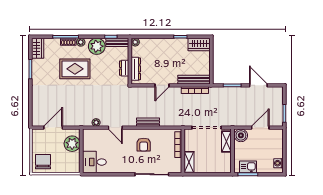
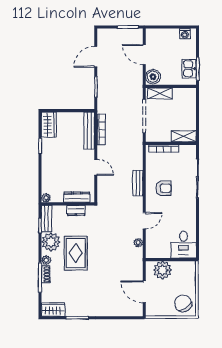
rug: (75, 69) -> (76, 253), moved
chair: (43, 162) -> (183, 303), turned 57

